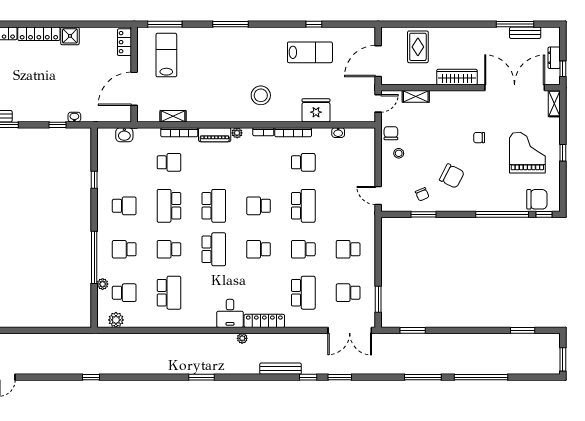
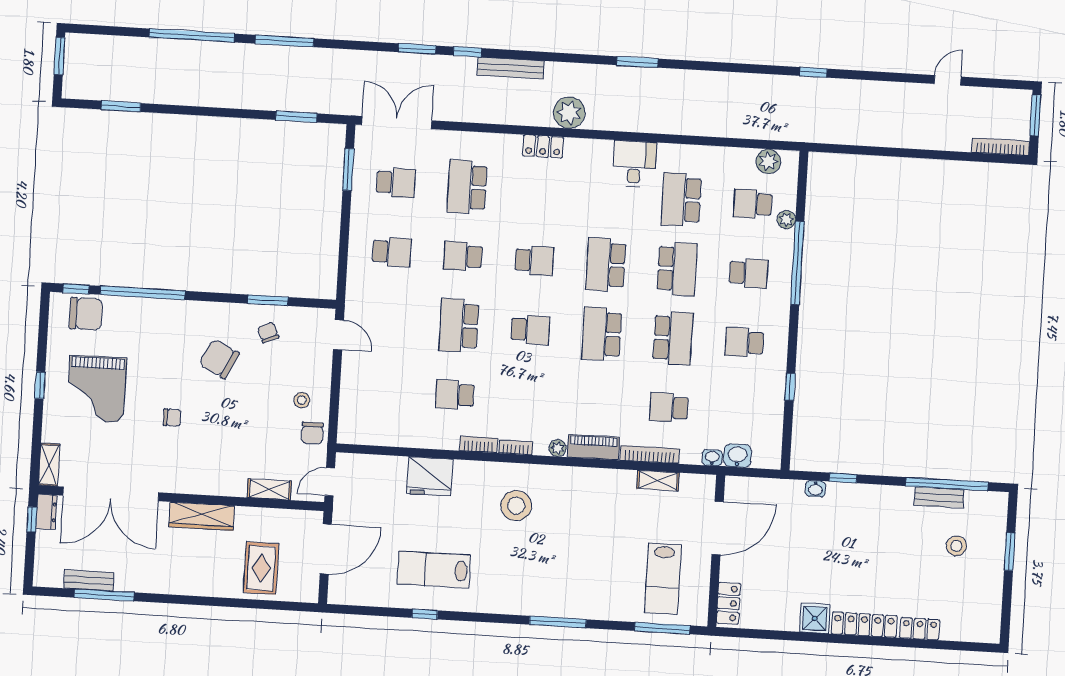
dresser: (554, 58) -> (46, 512), moved
bookcase: (293, 132) -> (479, 444), width x0.64
washbasin: (338, 133) -> (712, 458), moved
chair: (537, 199) -> (86, 314), turned 180
school desk: (169, 249) -> (677, 269), width x1.85
school desk: (303, 249) -> (463, 256), turned 180
desk: (230, 313) -> (634, 164), moved
locker: (264, 321) -> (543, 146), width x0.66
plant: (242, 338) -> (569, 113), width x1.88, depth x1.88

